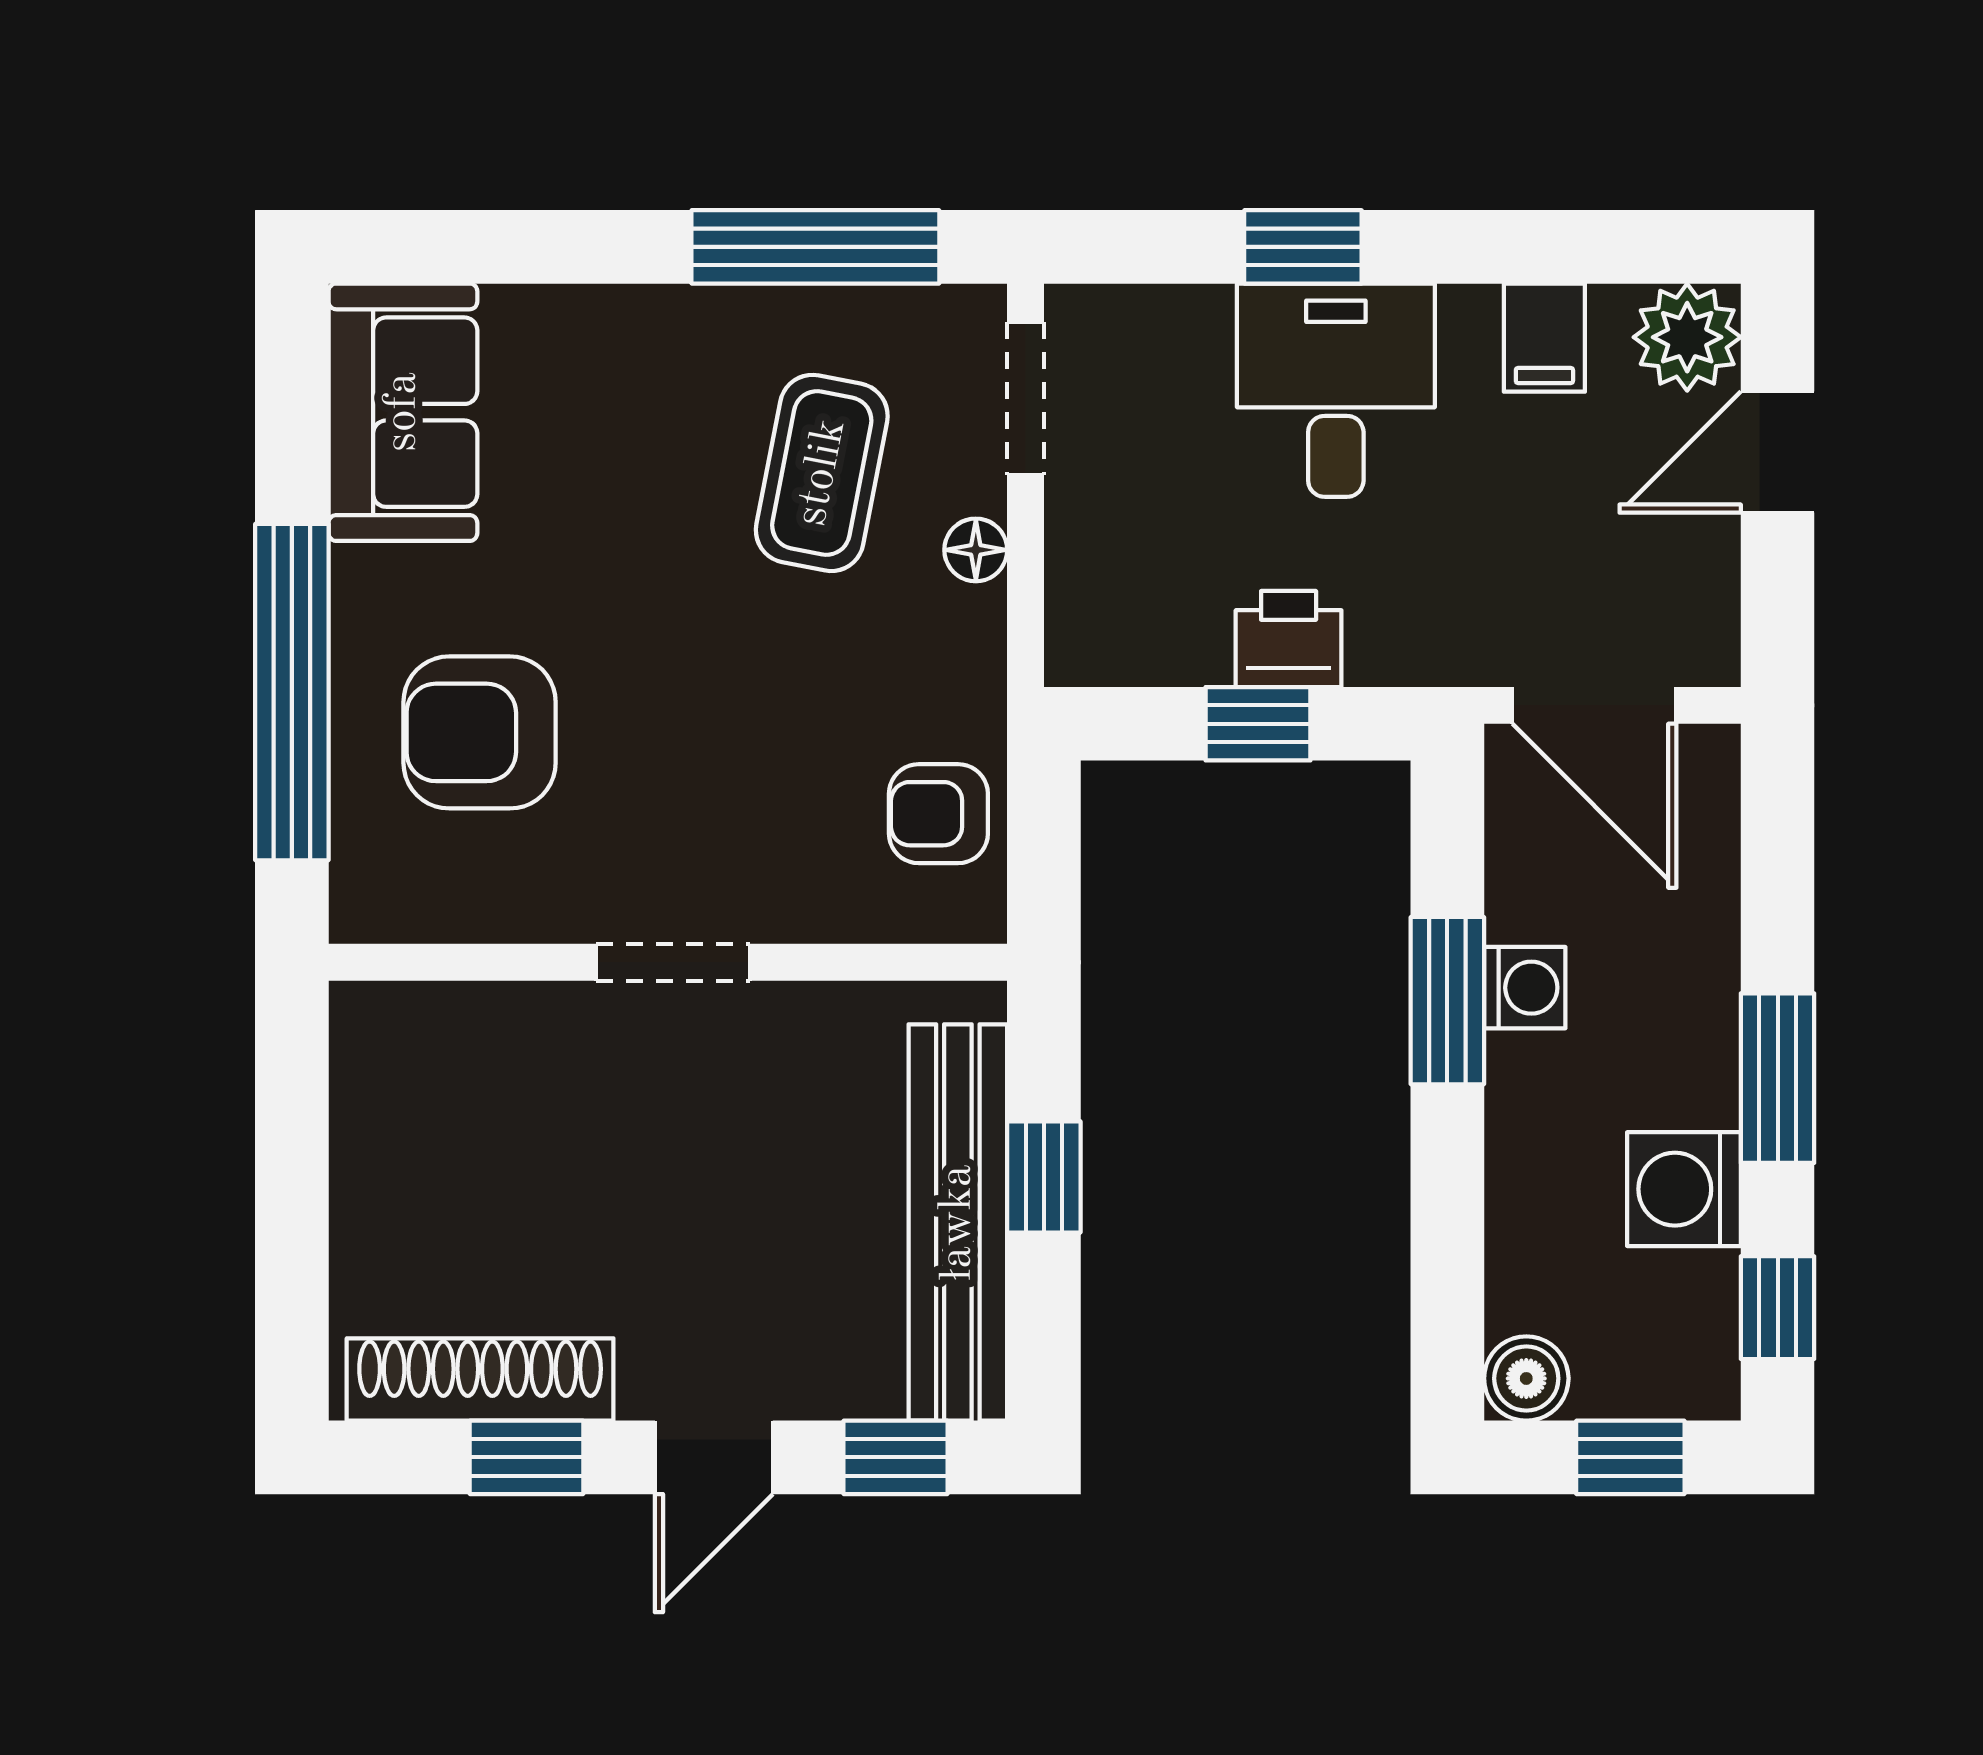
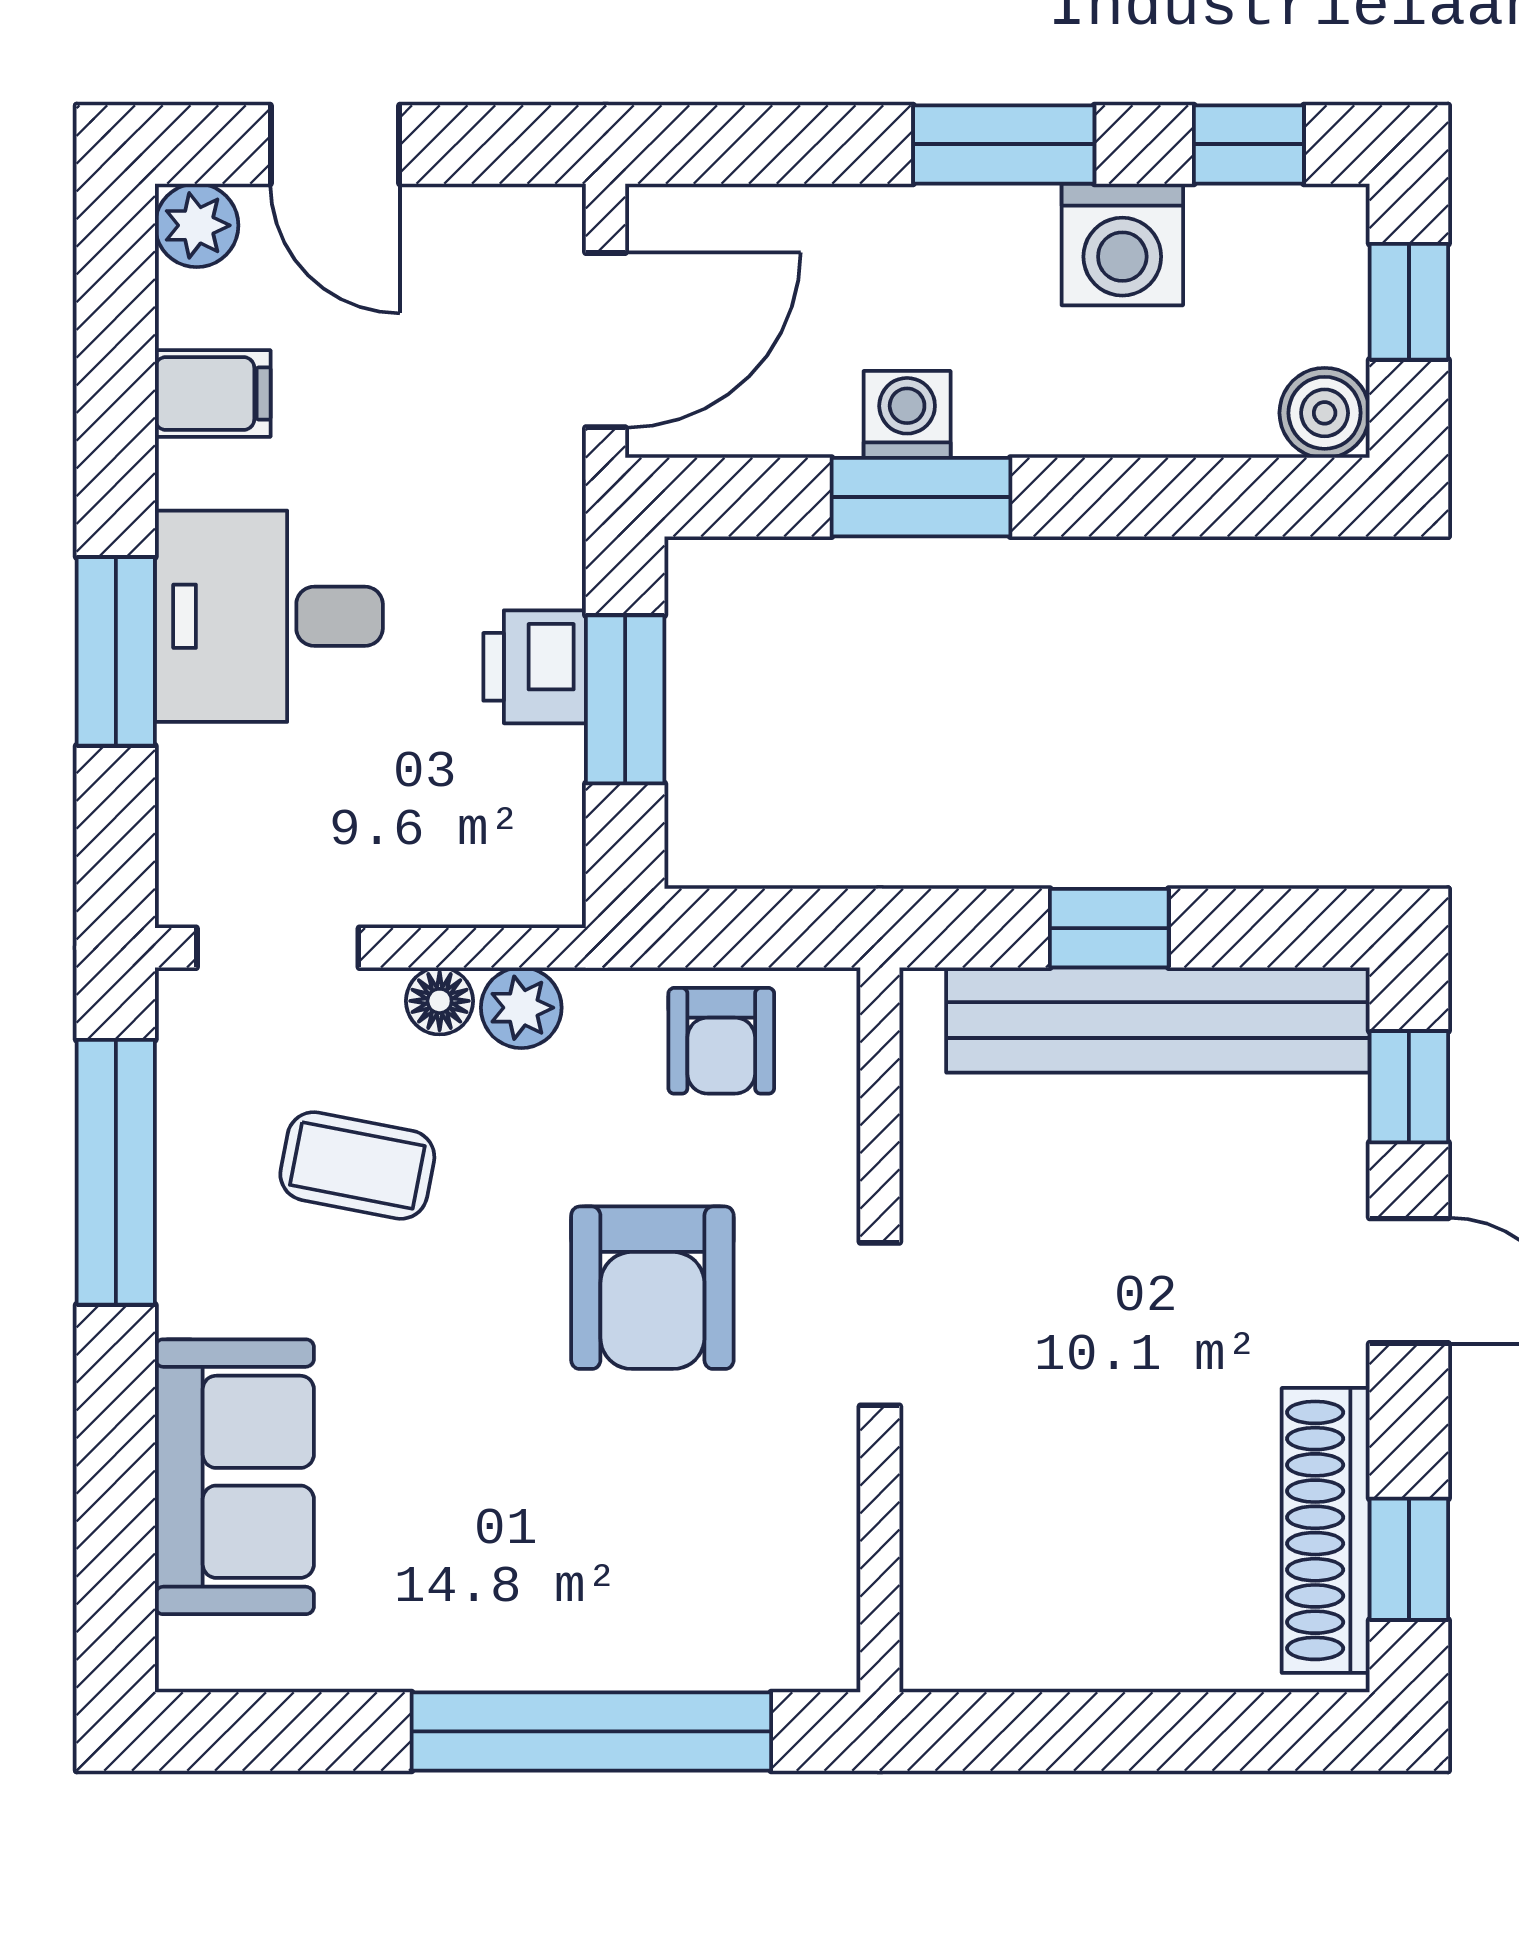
window: (1303, 247) -> (116, 651), width x1.50
plant: (1687, 337) -> (197, 225), width x0.73, depth x0.73
sofa: (403, 412) -> (234, 1477), moved, turned 90
coffee table: (822, 473) -> (357, 1165), width x0.73, depth x0.77
plant: (969, 626) -> (521, 1008), added
window: (1258, 724) -> (625, 699), width x1.50
armchair: (480, 732) -> (652, 1288), moved
window: (526, 1457) -> (1409, 1559), moved

